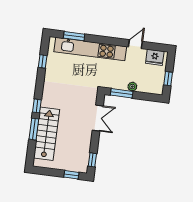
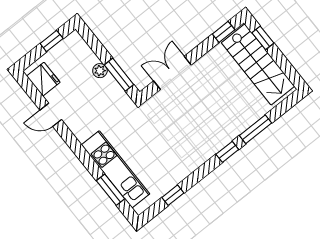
kitchen unit: (90, 49) -> (116, 169), width x0.73
stairs: (47, 134) -> (258, 64), moved, turned -90

